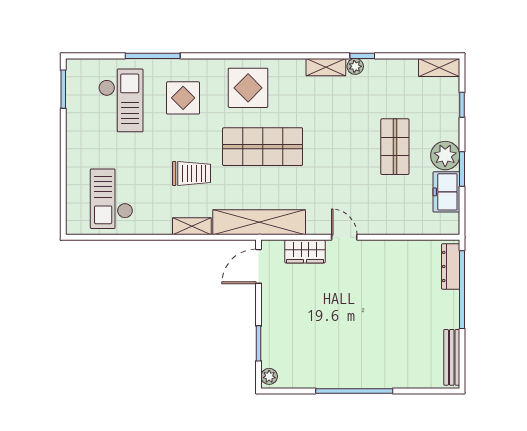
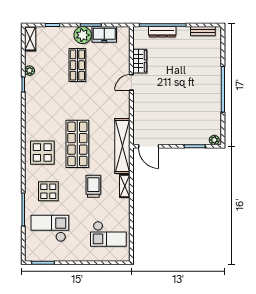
plant: (355, 66) -> (30, 71), moved
shelving: (326, 67) -> (30, 106), removed
shop shelf: (395, 147) -> (77, 65), turned 90
door: (344, 237) -> (131, 82), moved
wardrobe: (305, 251) -> (140, 61), moved
dresser: (451, 266) -> (162, 32), moved
bench: (452, 357) -> (203, 31), width x0.73

